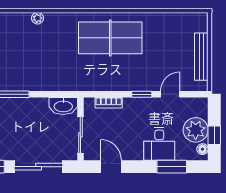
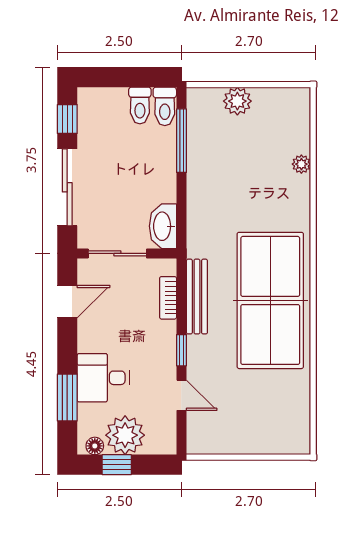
plant: (37, 18) -> (301, 164), moved
table tennis table: (110, 38) -> (270, 300), width x1.36, depth x1.32
bench: (201, 57) -> (197, 297), moved, turned 90

